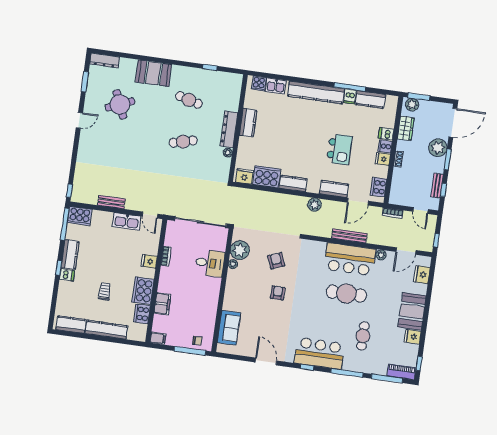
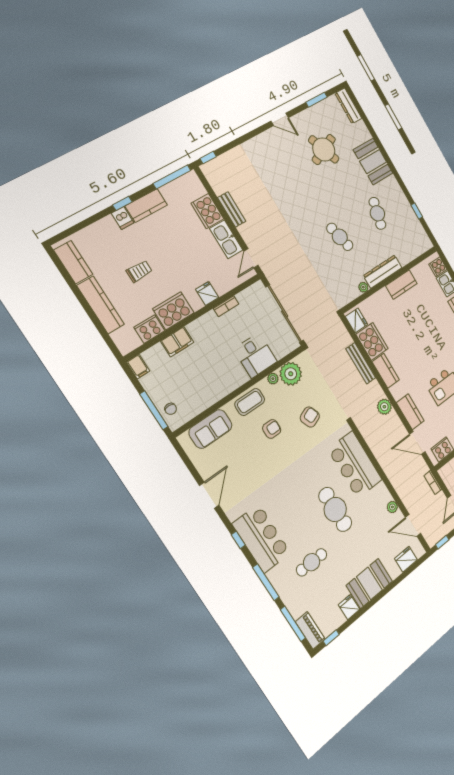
cooker: (80, 216) -> (207, 211), moved
bench: (349, 236) -> (361, 363), moved
bar counter: (350, 259) -> (355, 465), moved
coffee table: (234, 291) -> (250, 402), added
armchair: (278, 293) -> (272, 429), moved

